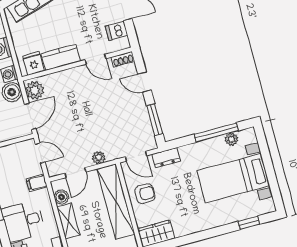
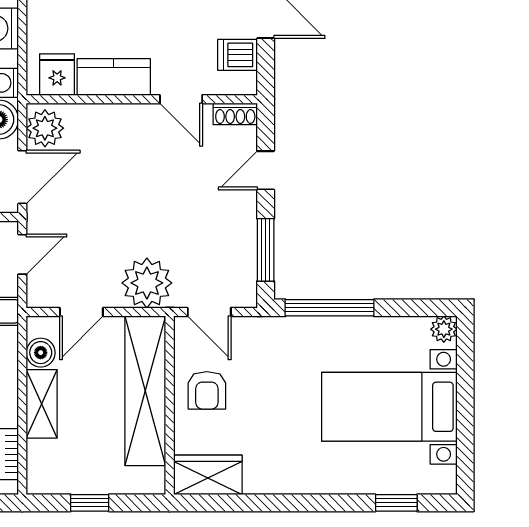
door: (145, 82) -> (266, 170), hinge flipped
window: (216, 133) -> (330, 308), moved
plant: (231, 139) -> (444, 329), moved
door: (40, 153) -> (22, 254), hinge flipped
plant: (99, 158) -> (147, 283), width x1.87, depth x1.87
dresser: (166, 158) -> (268, 331), removed
armchair: (145, 194) -> (207, 390), turned 90

